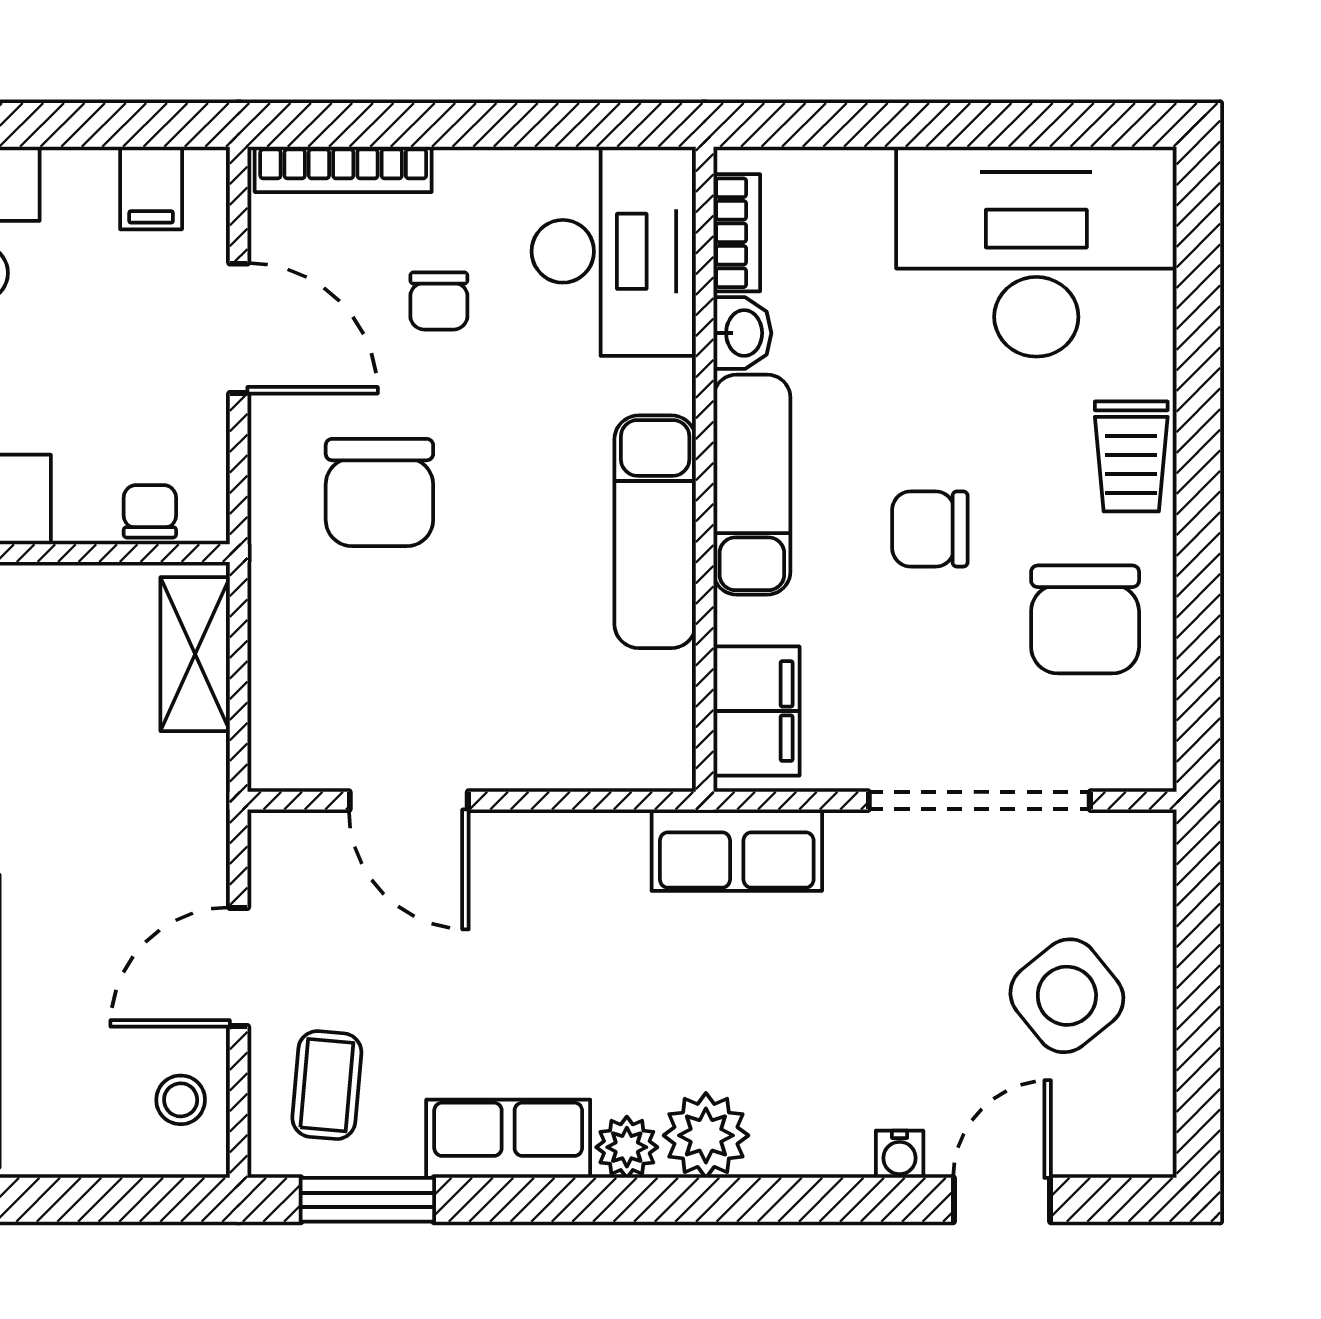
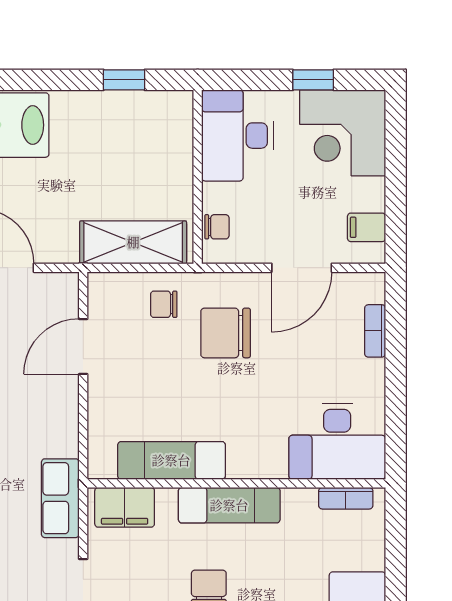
bookcase: (343, 169) -> (375, 331), width x0.64
chair: (439, 301) -> (164, 304), moved
washbasin: (742, 333) -> (299, 501), removed
exam couch: (655, 532) -> (171, 460), moved
shelving: (195, 654) -> (133, 242), width x1.50, depth x1.33

